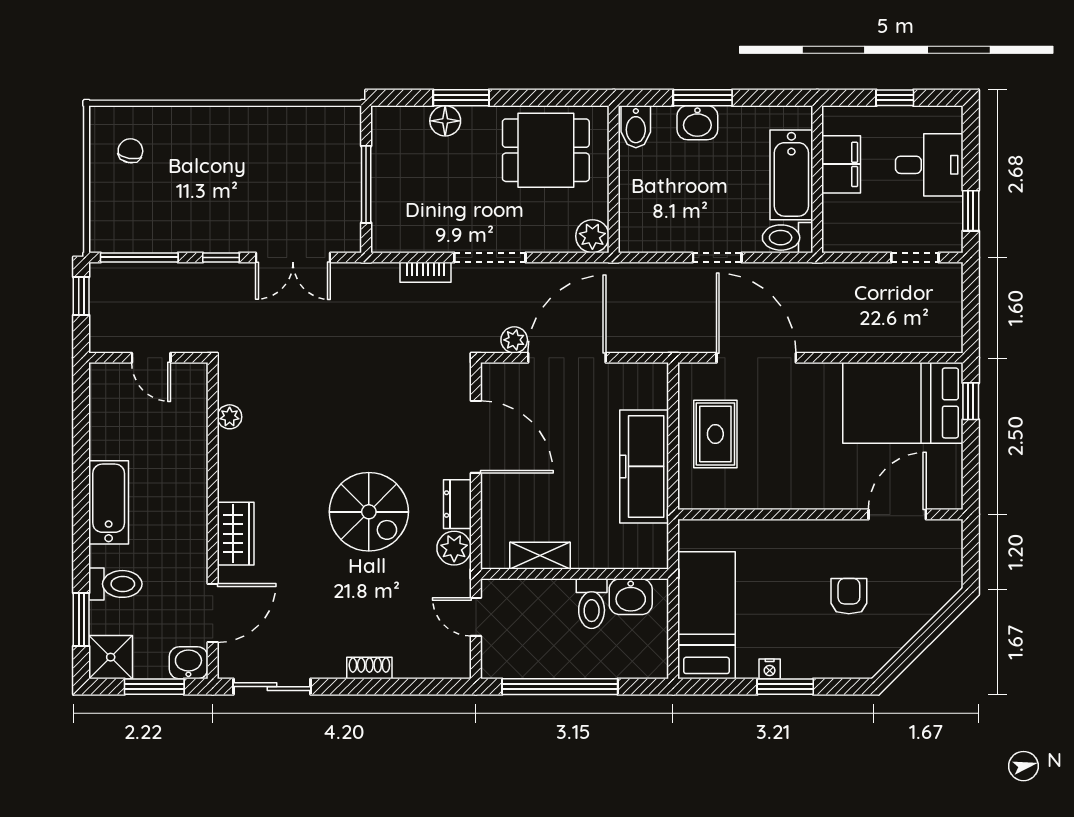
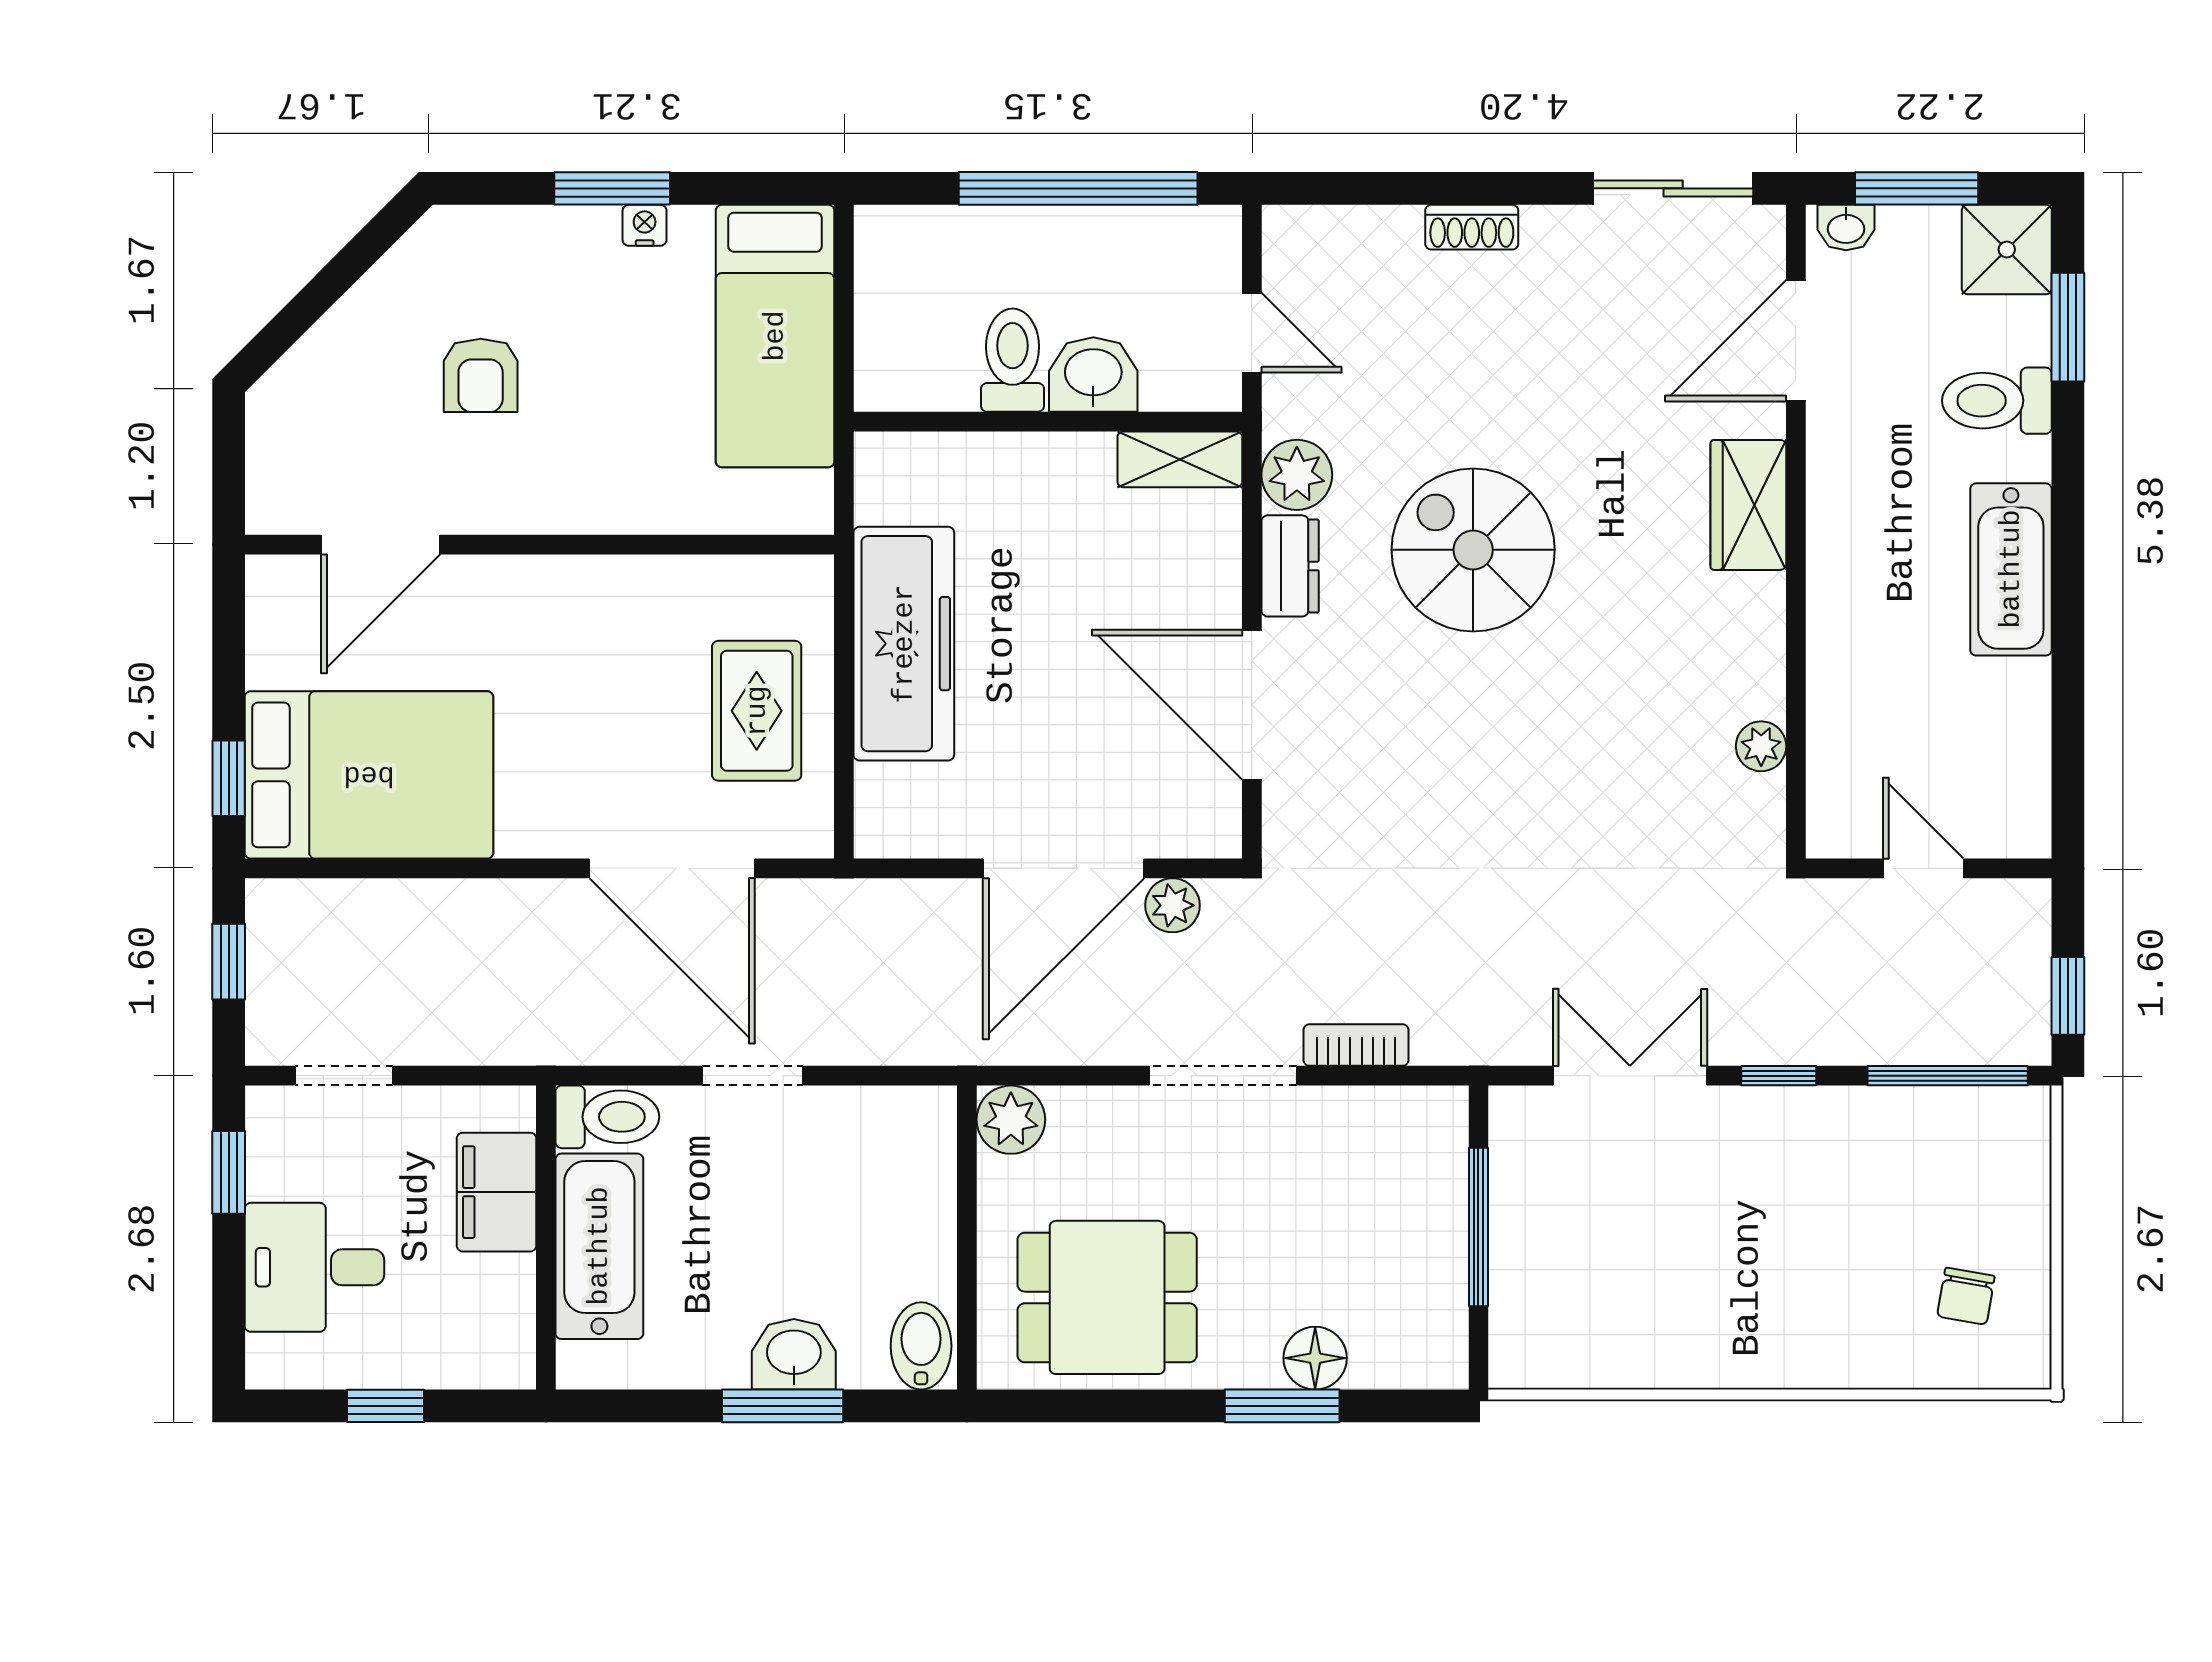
filing cabinet: (841, 164) -> (497, 1192), moved
window: (971, 313) -> (229, 962), added
shelving: (540, 556) -> (1180, 459), moved
washbasin: (631, 597) -> (1093, 374), moved
washbasin: (188, 663) -> (1846, 228), width x0.72, depth x0.69

